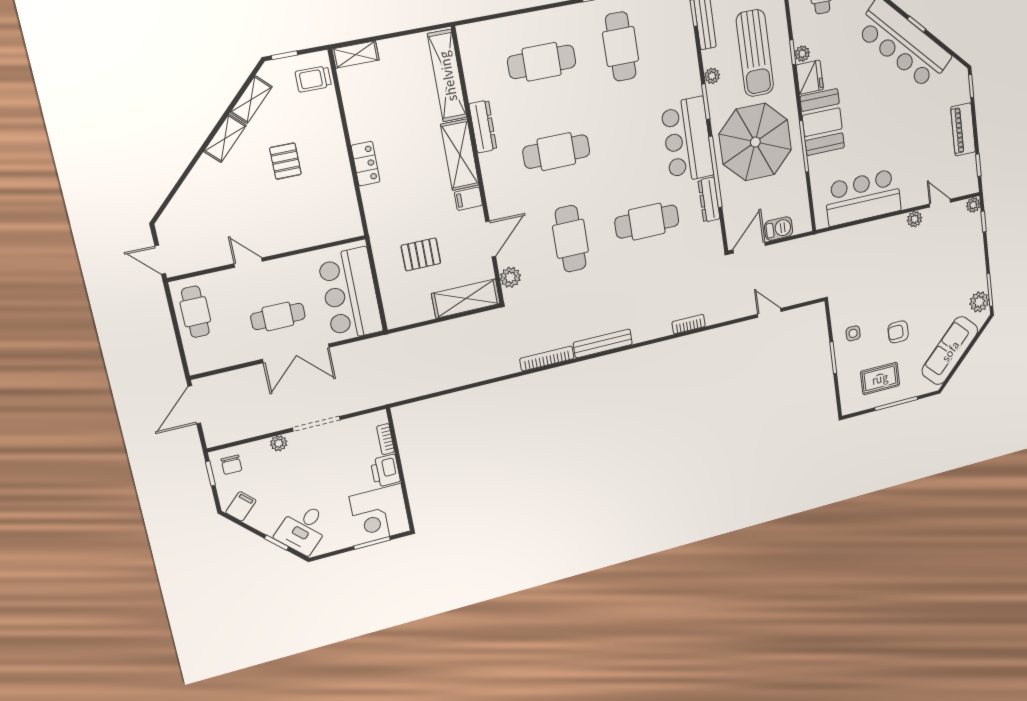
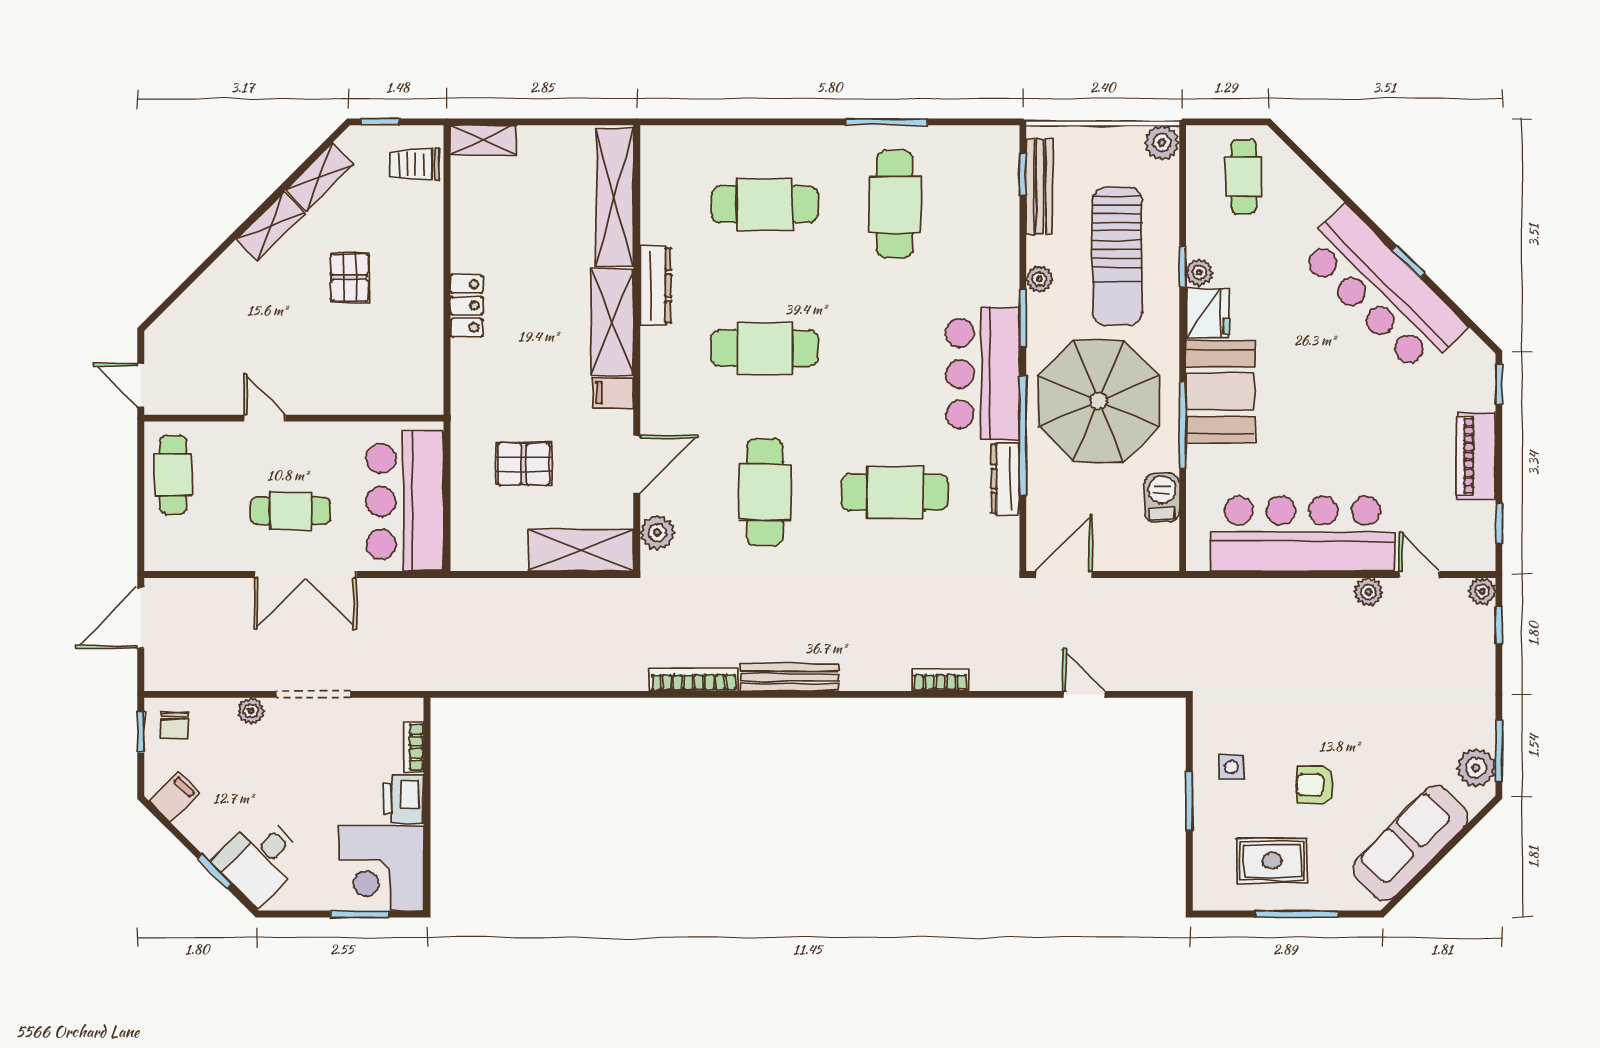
bar counter: (863, 197) -> (1302, 534), width x1.36
barbecue: (779, 229) -> (1162, 498), moved, turned -90

